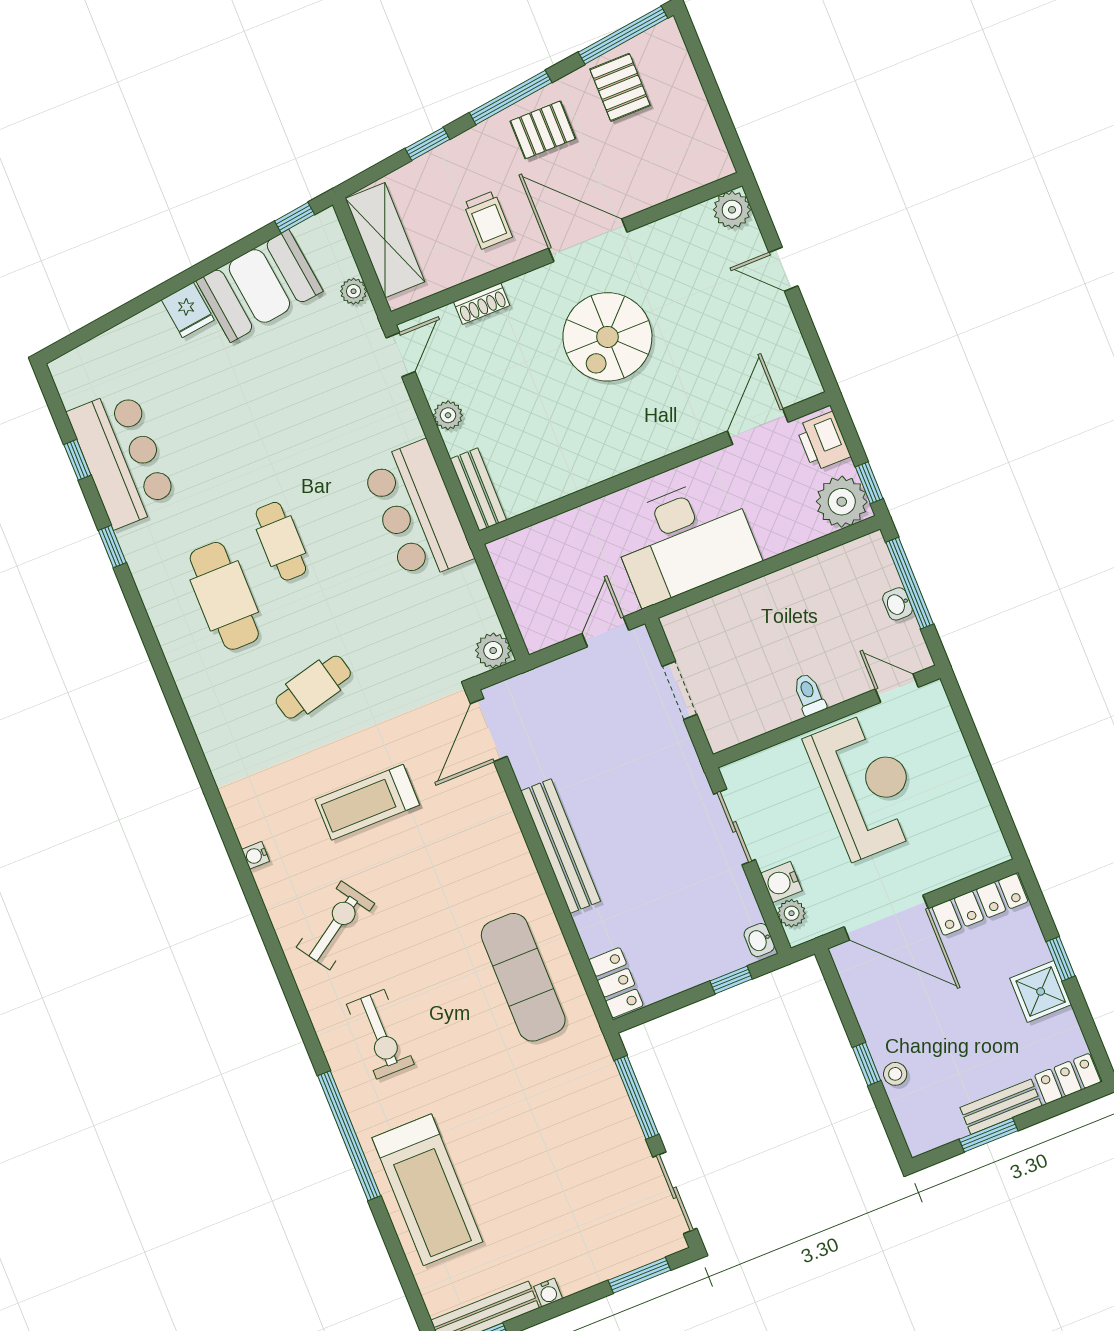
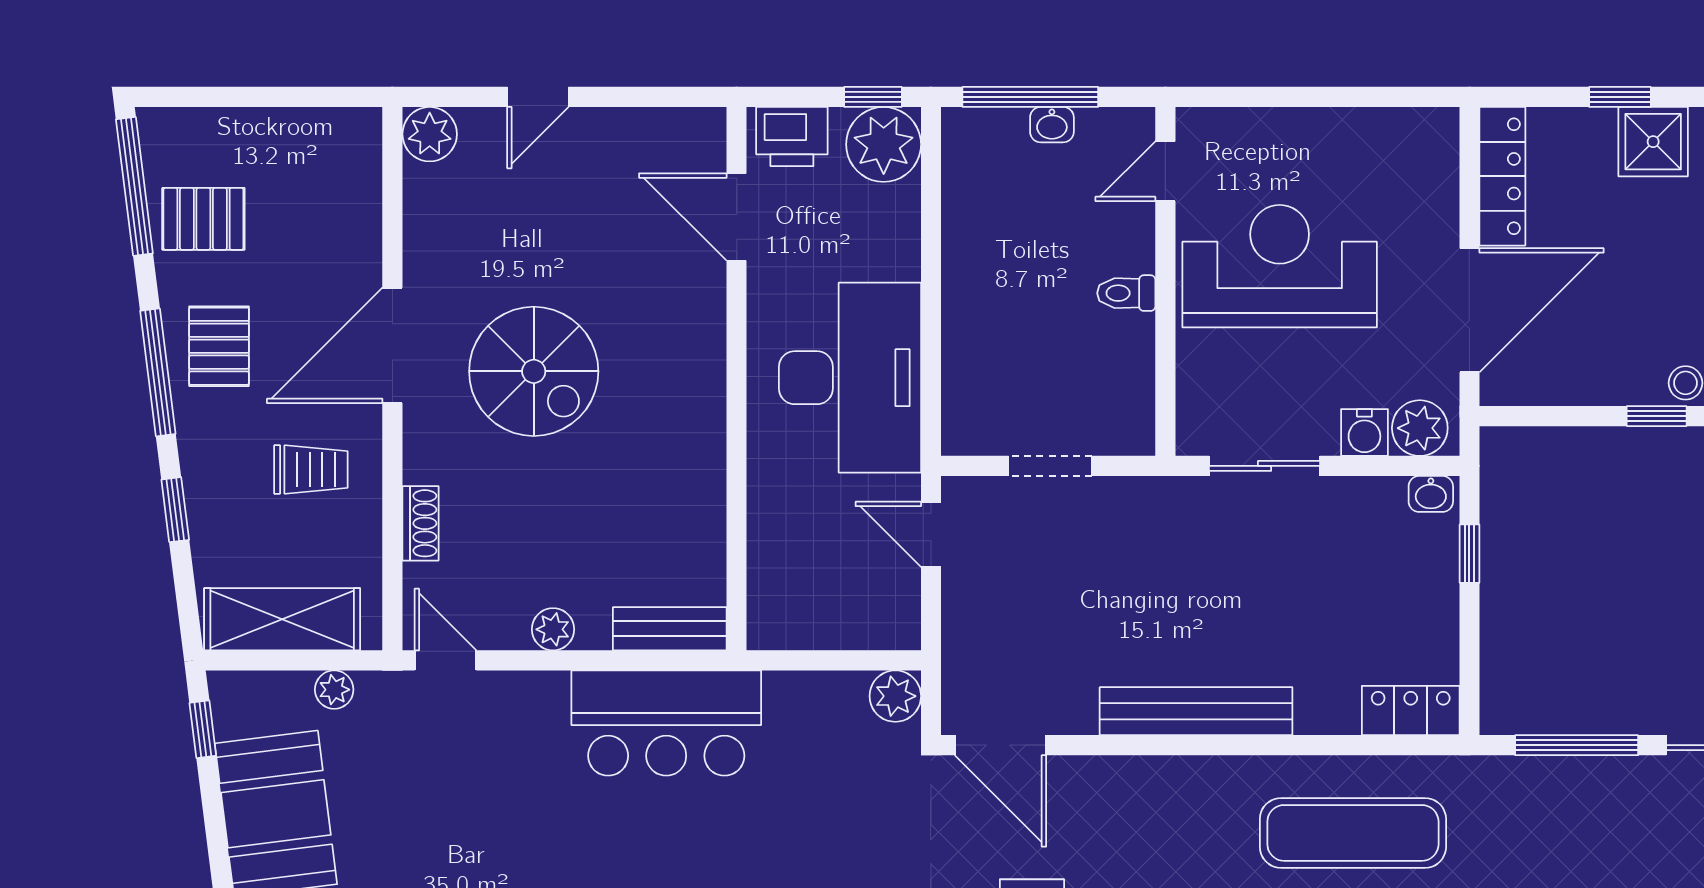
plant: (792, 913) -> (1420, 428), width x1.38, depth x1.38

